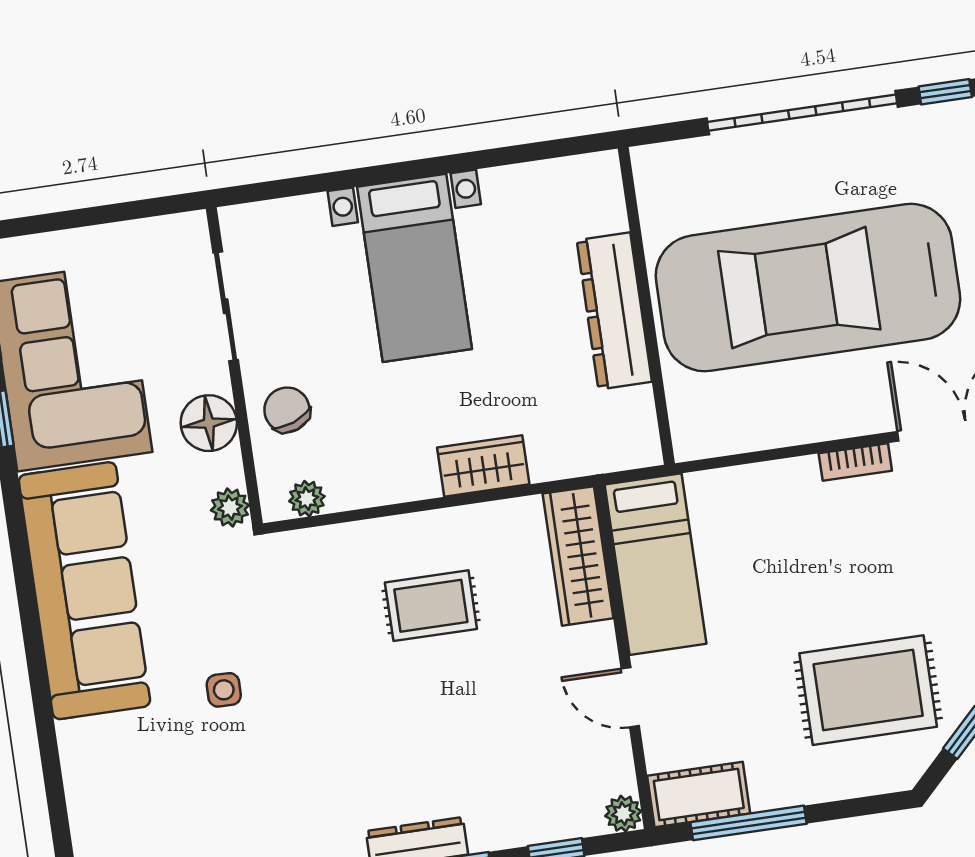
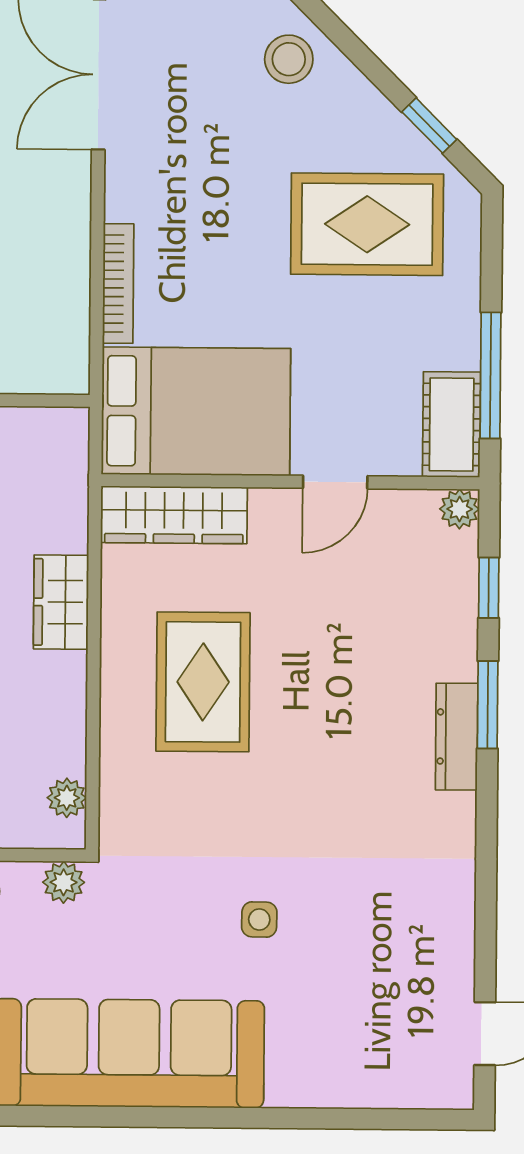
bookcase: (855, 462) -> (118, 283), moved, width x1.56
bed: (656, 564) -> (196, 411), width x1.50
rug: (431, 606) -> (203, 682), width x1.36, depth x1.43
rug: (868, 690) -> (367, 224), turned 90

